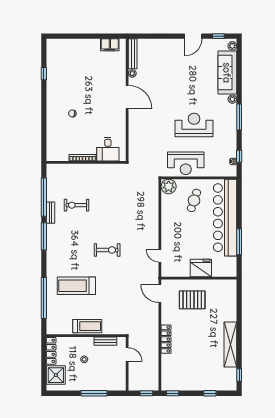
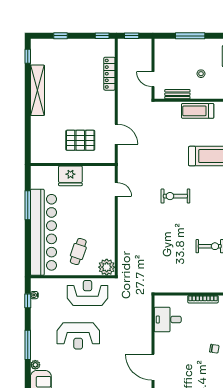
desk: (108, 149) -> (168, 319), moved, turned -90
door: (160, 294) -> (116, 134), moved
locker: (166, 339) -> (109, 74), moved

